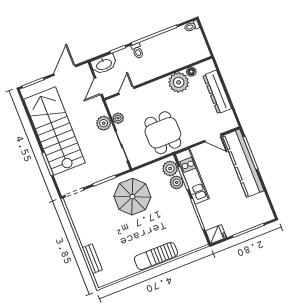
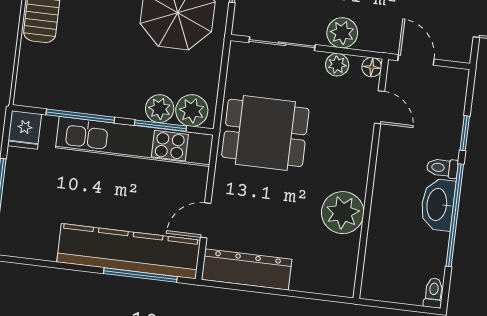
washbasin: (104, 64) -> (438, 205), moved
floor lamp: (191, 72) -> (372, 67), moved
dresser: (217, 92) -> (247, 269), moved
kitchen unit: (192, 176) -> (134, 141), width x1.36

